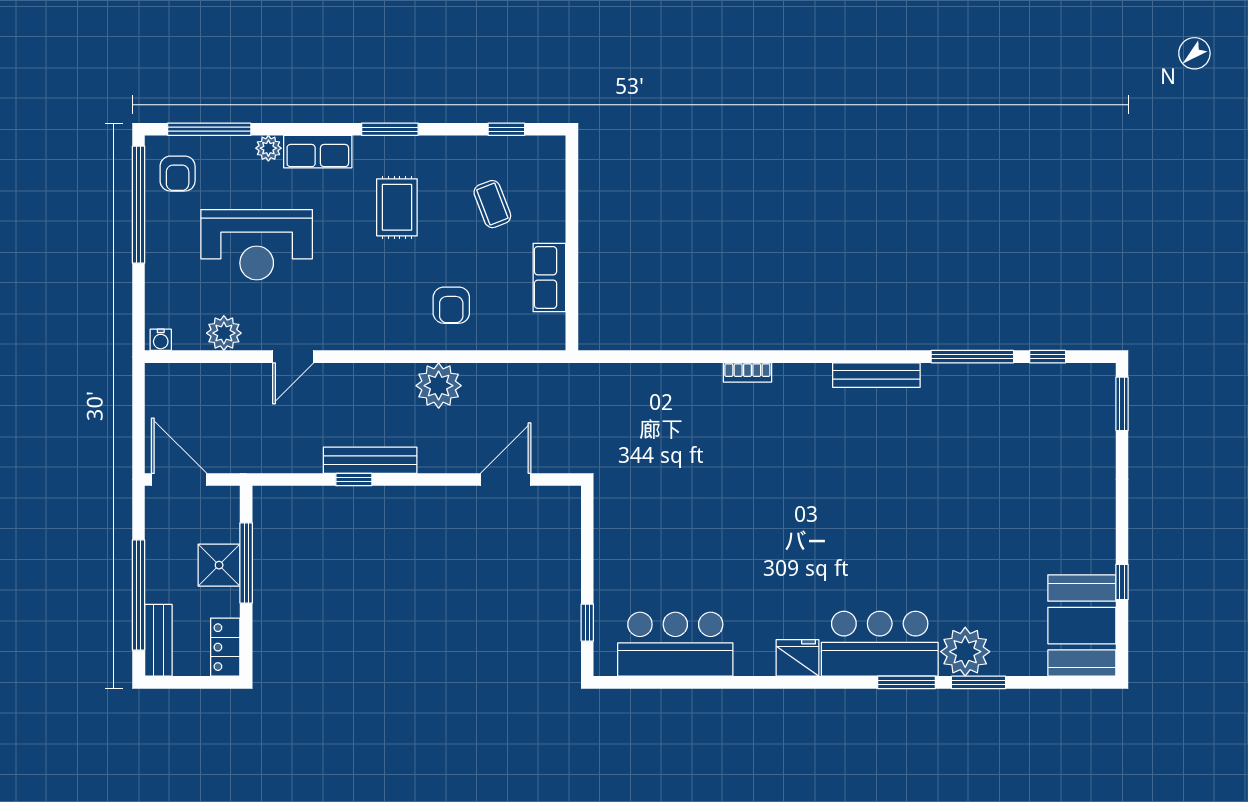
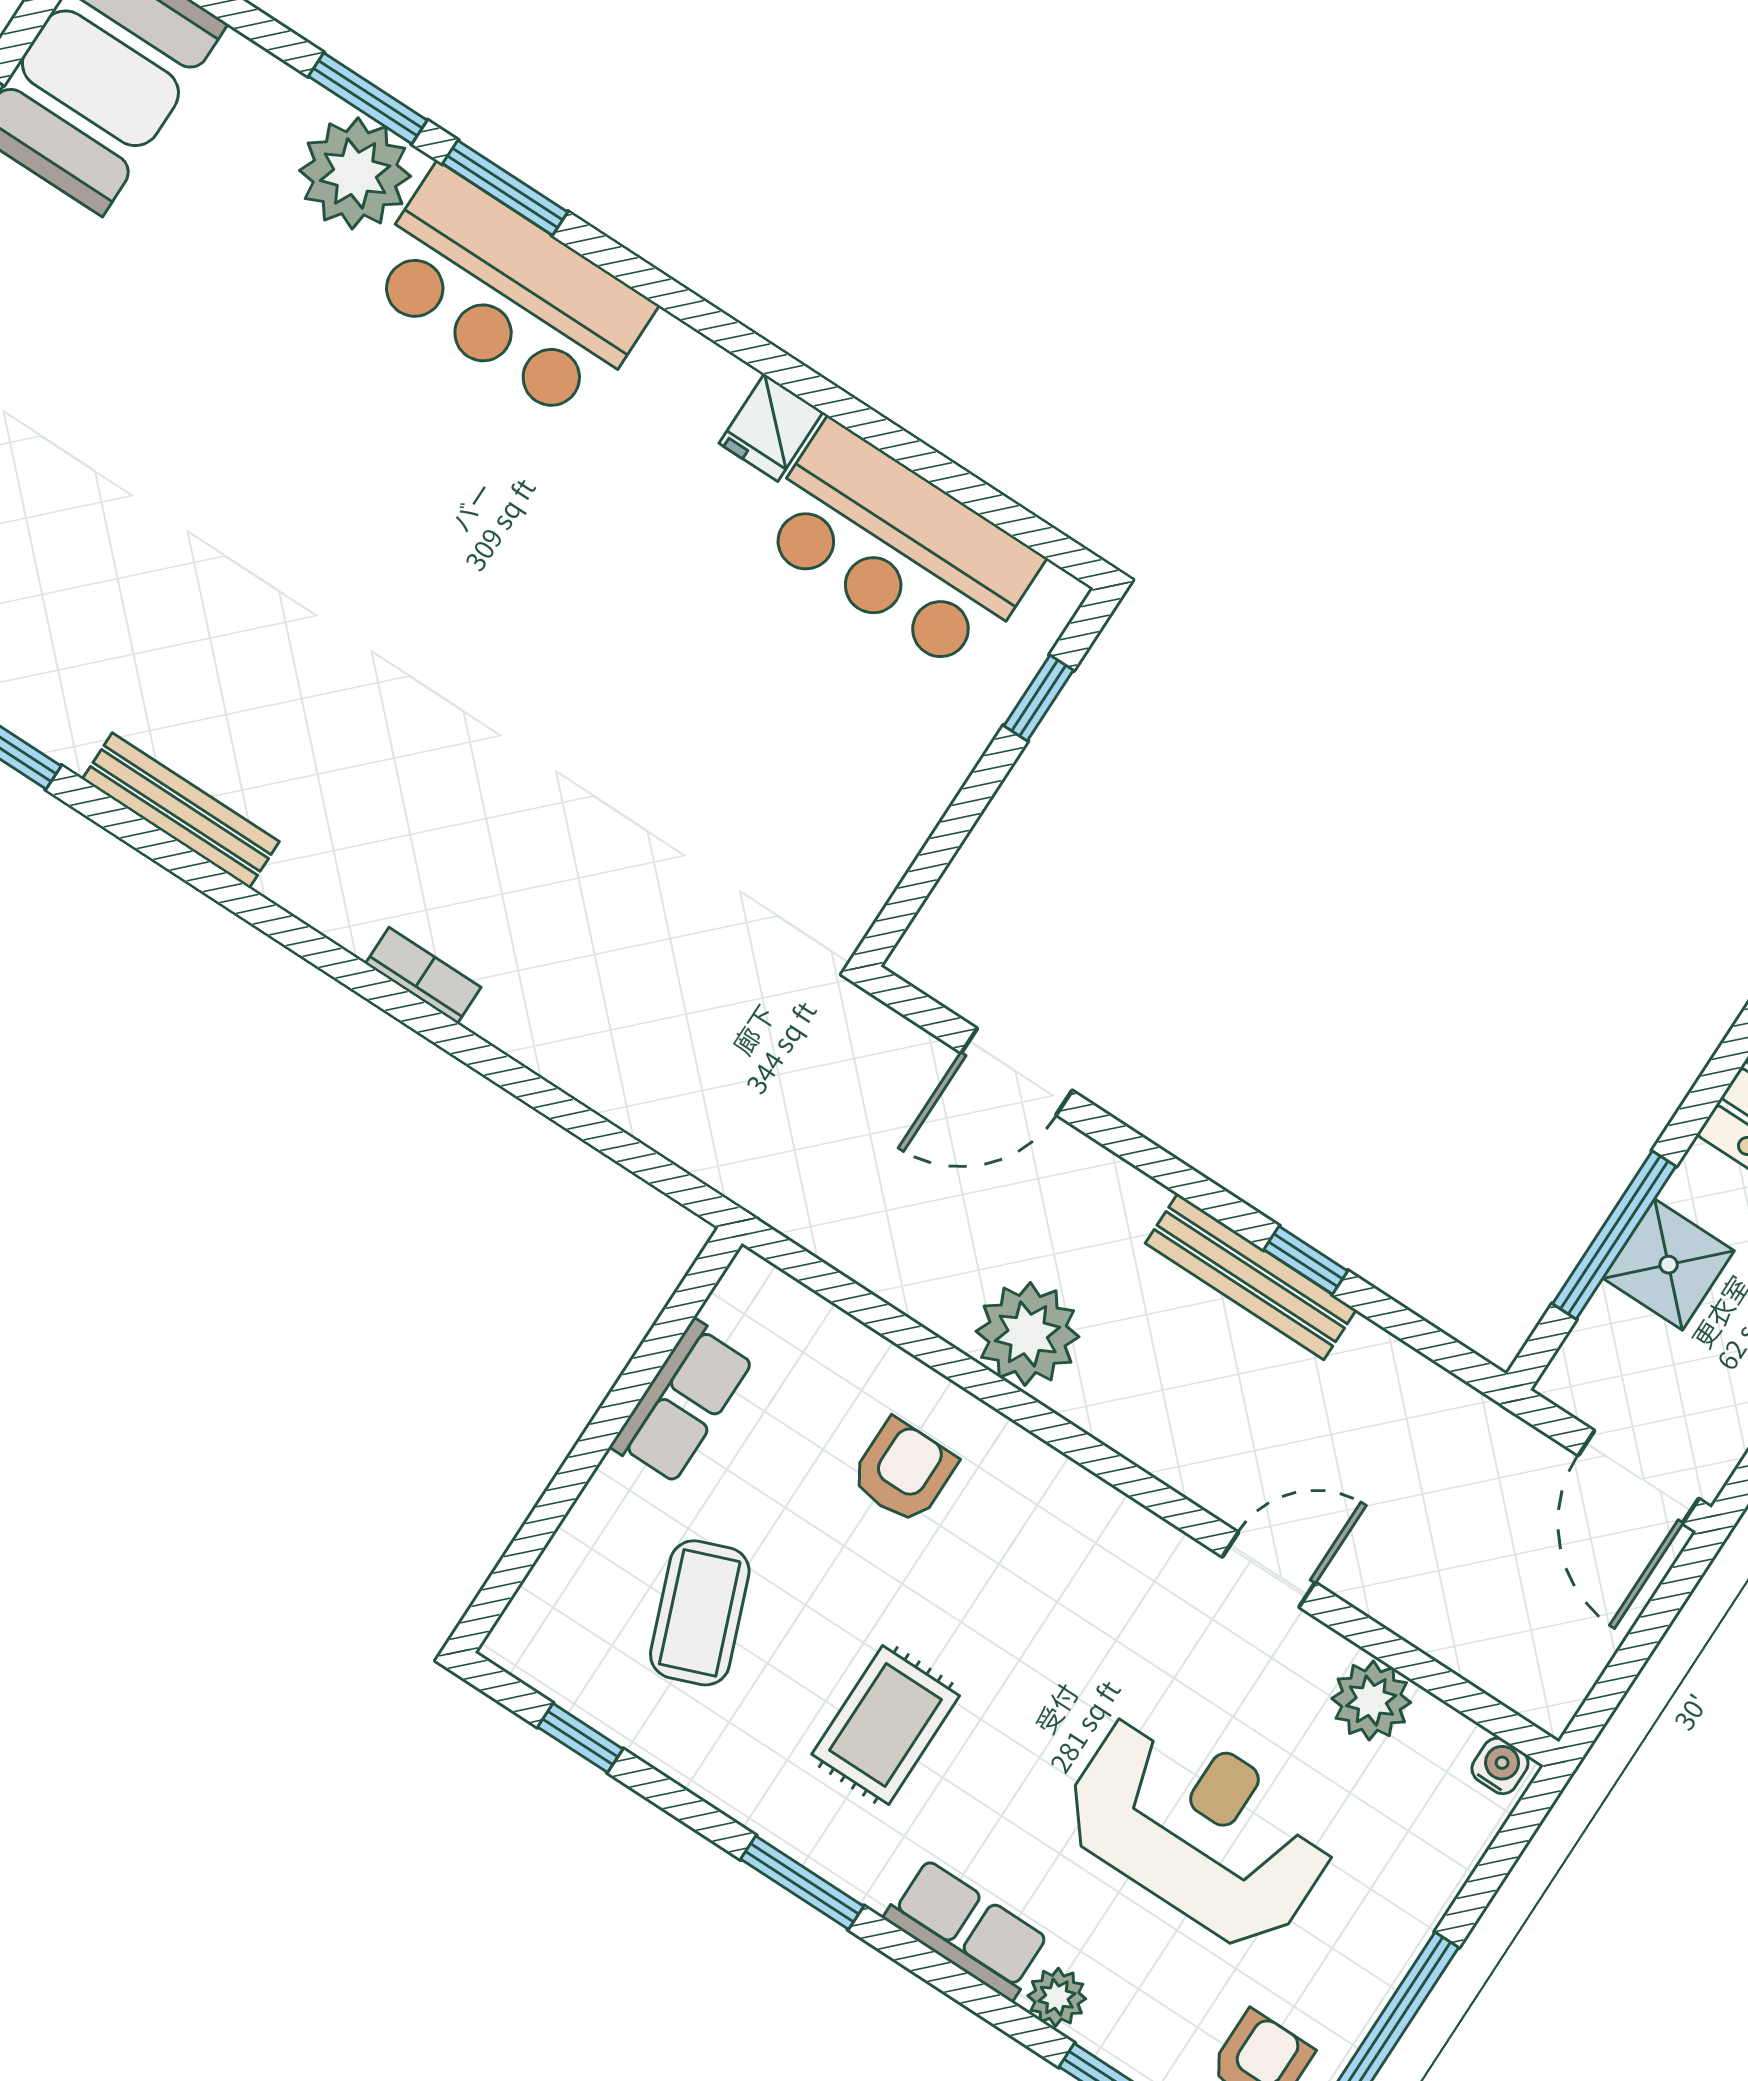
coffee table: (492, 204) -> (700, 1613), width x1.36, depth x1.30
fridge: (797, 658) -> (771, 428), moved, width x0.72

